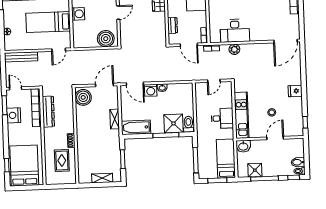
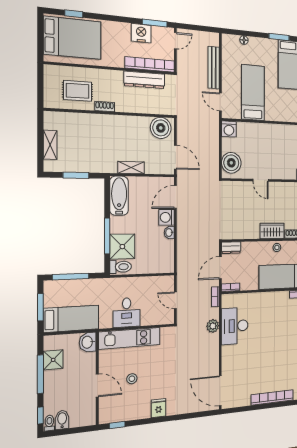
washing machine: (78, 14) -> (229, 129), moved
dresser: (172, 25) -> (231, 248), moved
bench: (21, 57) -> (214, 68), moved

